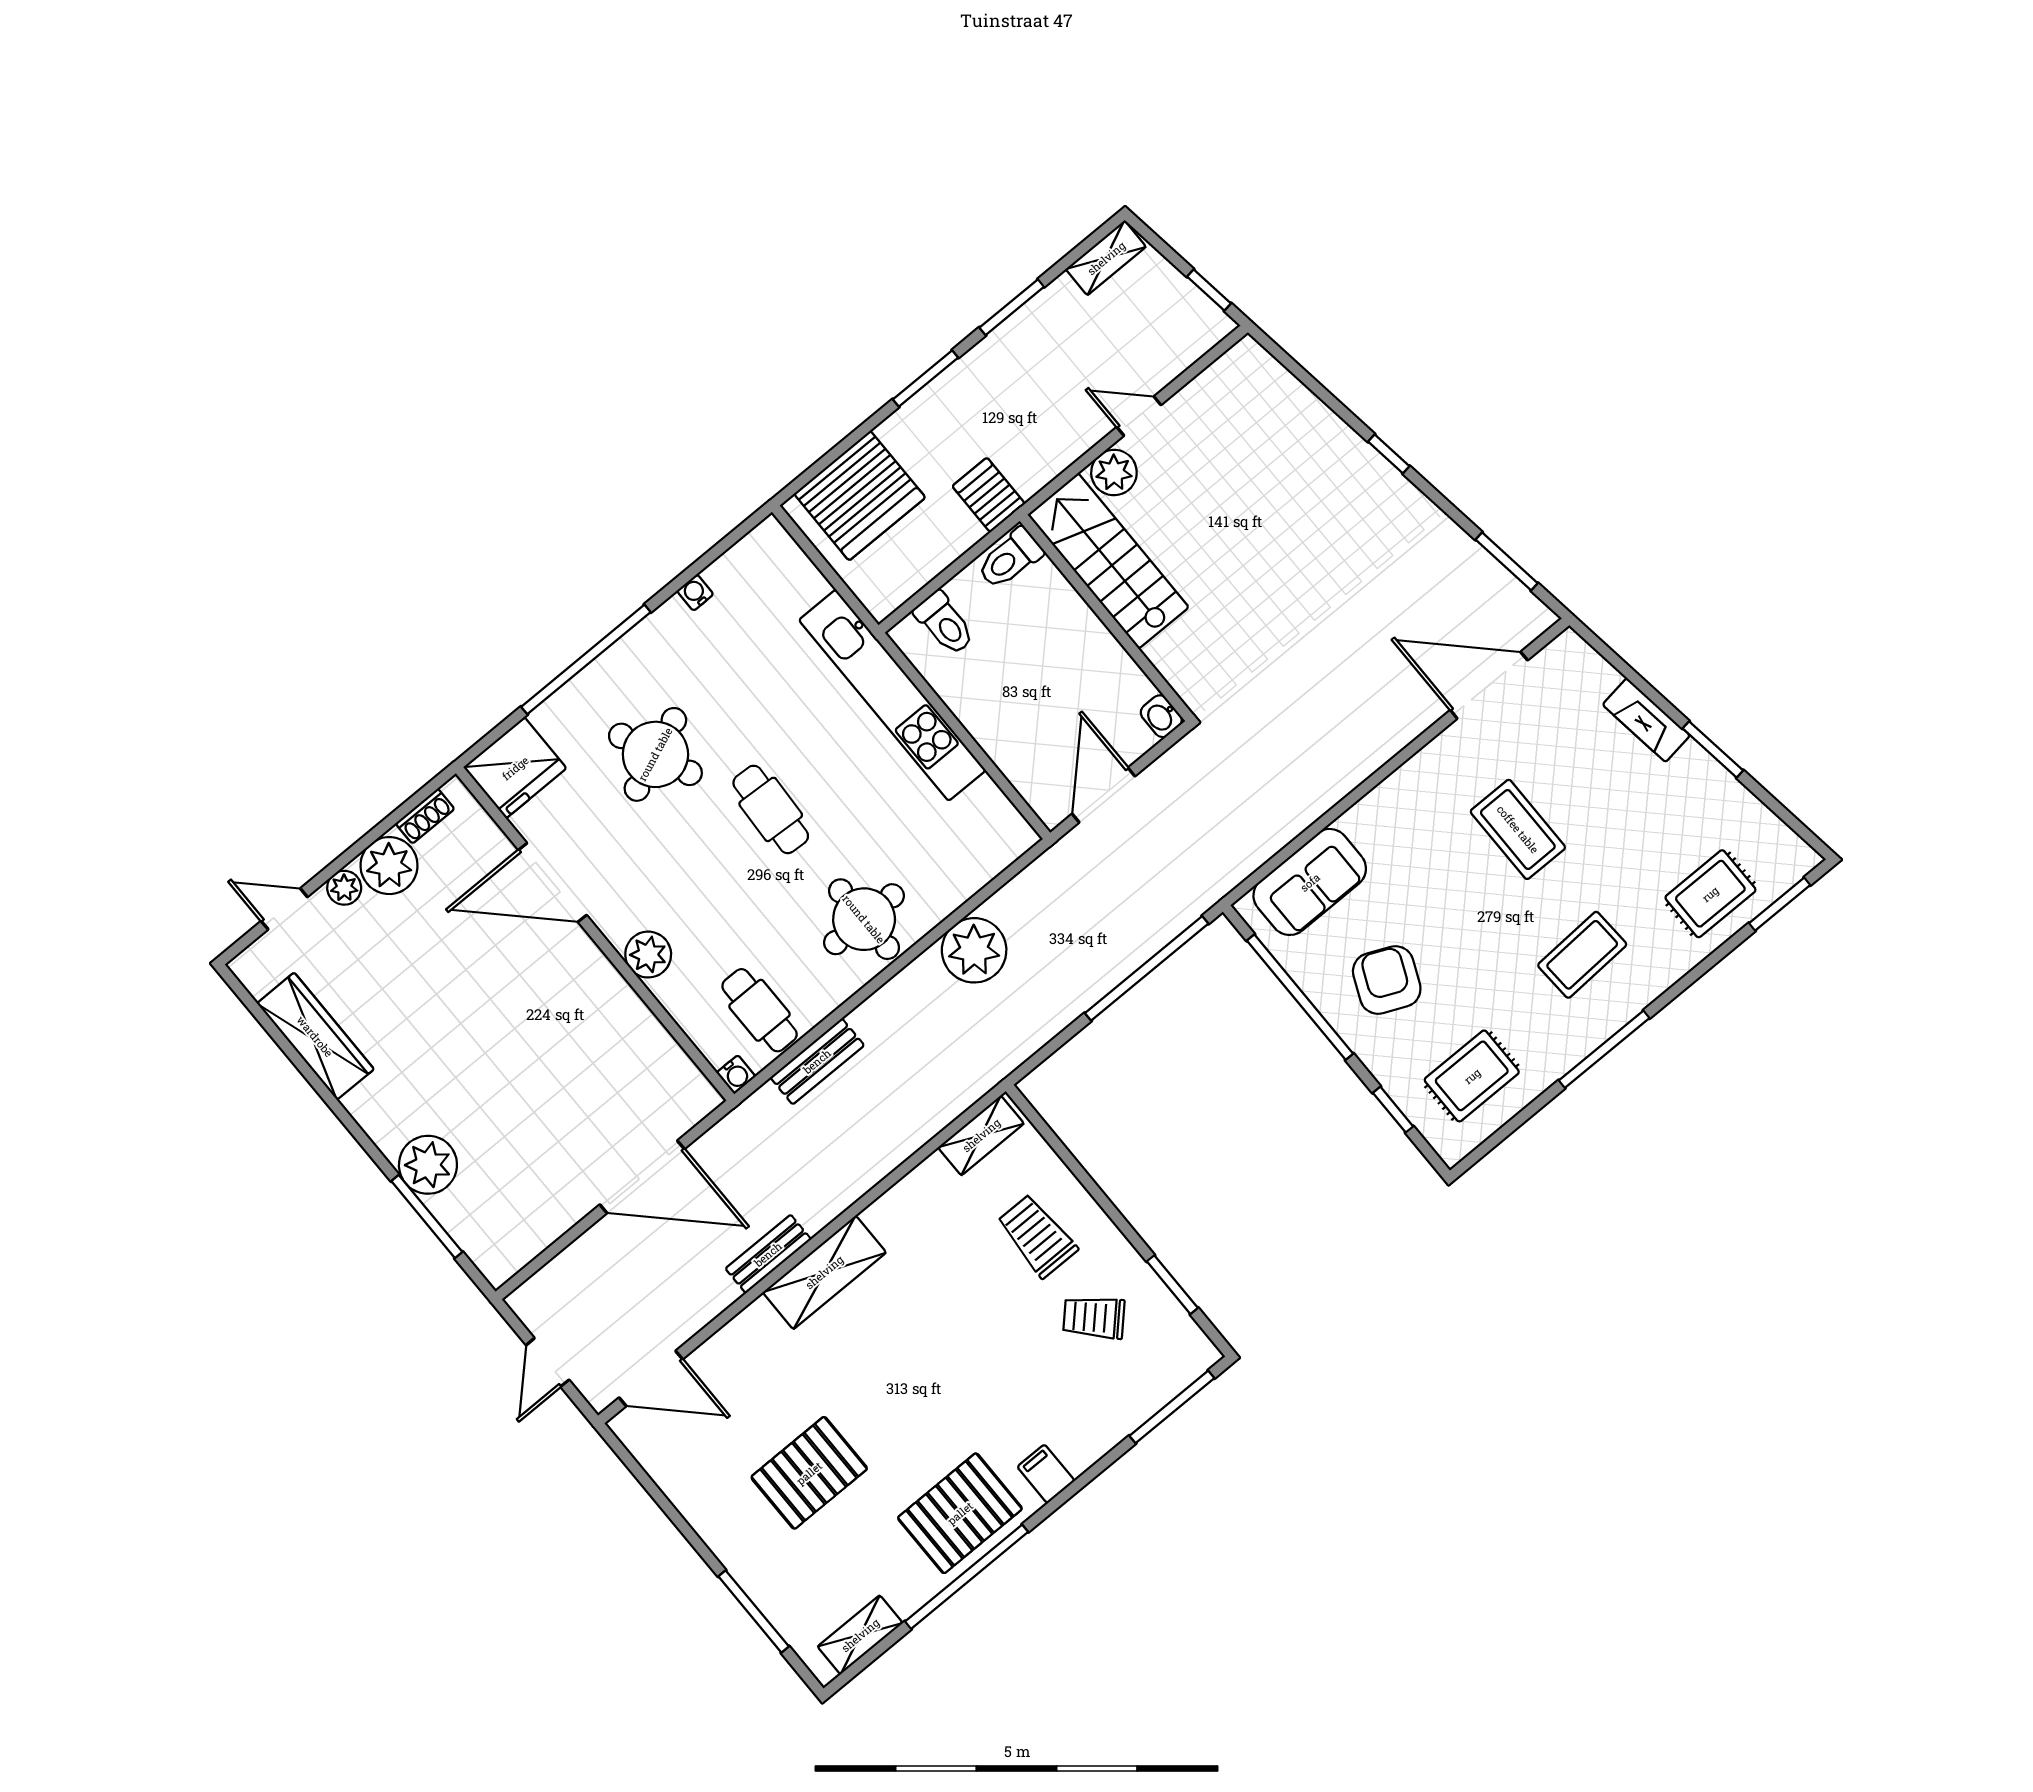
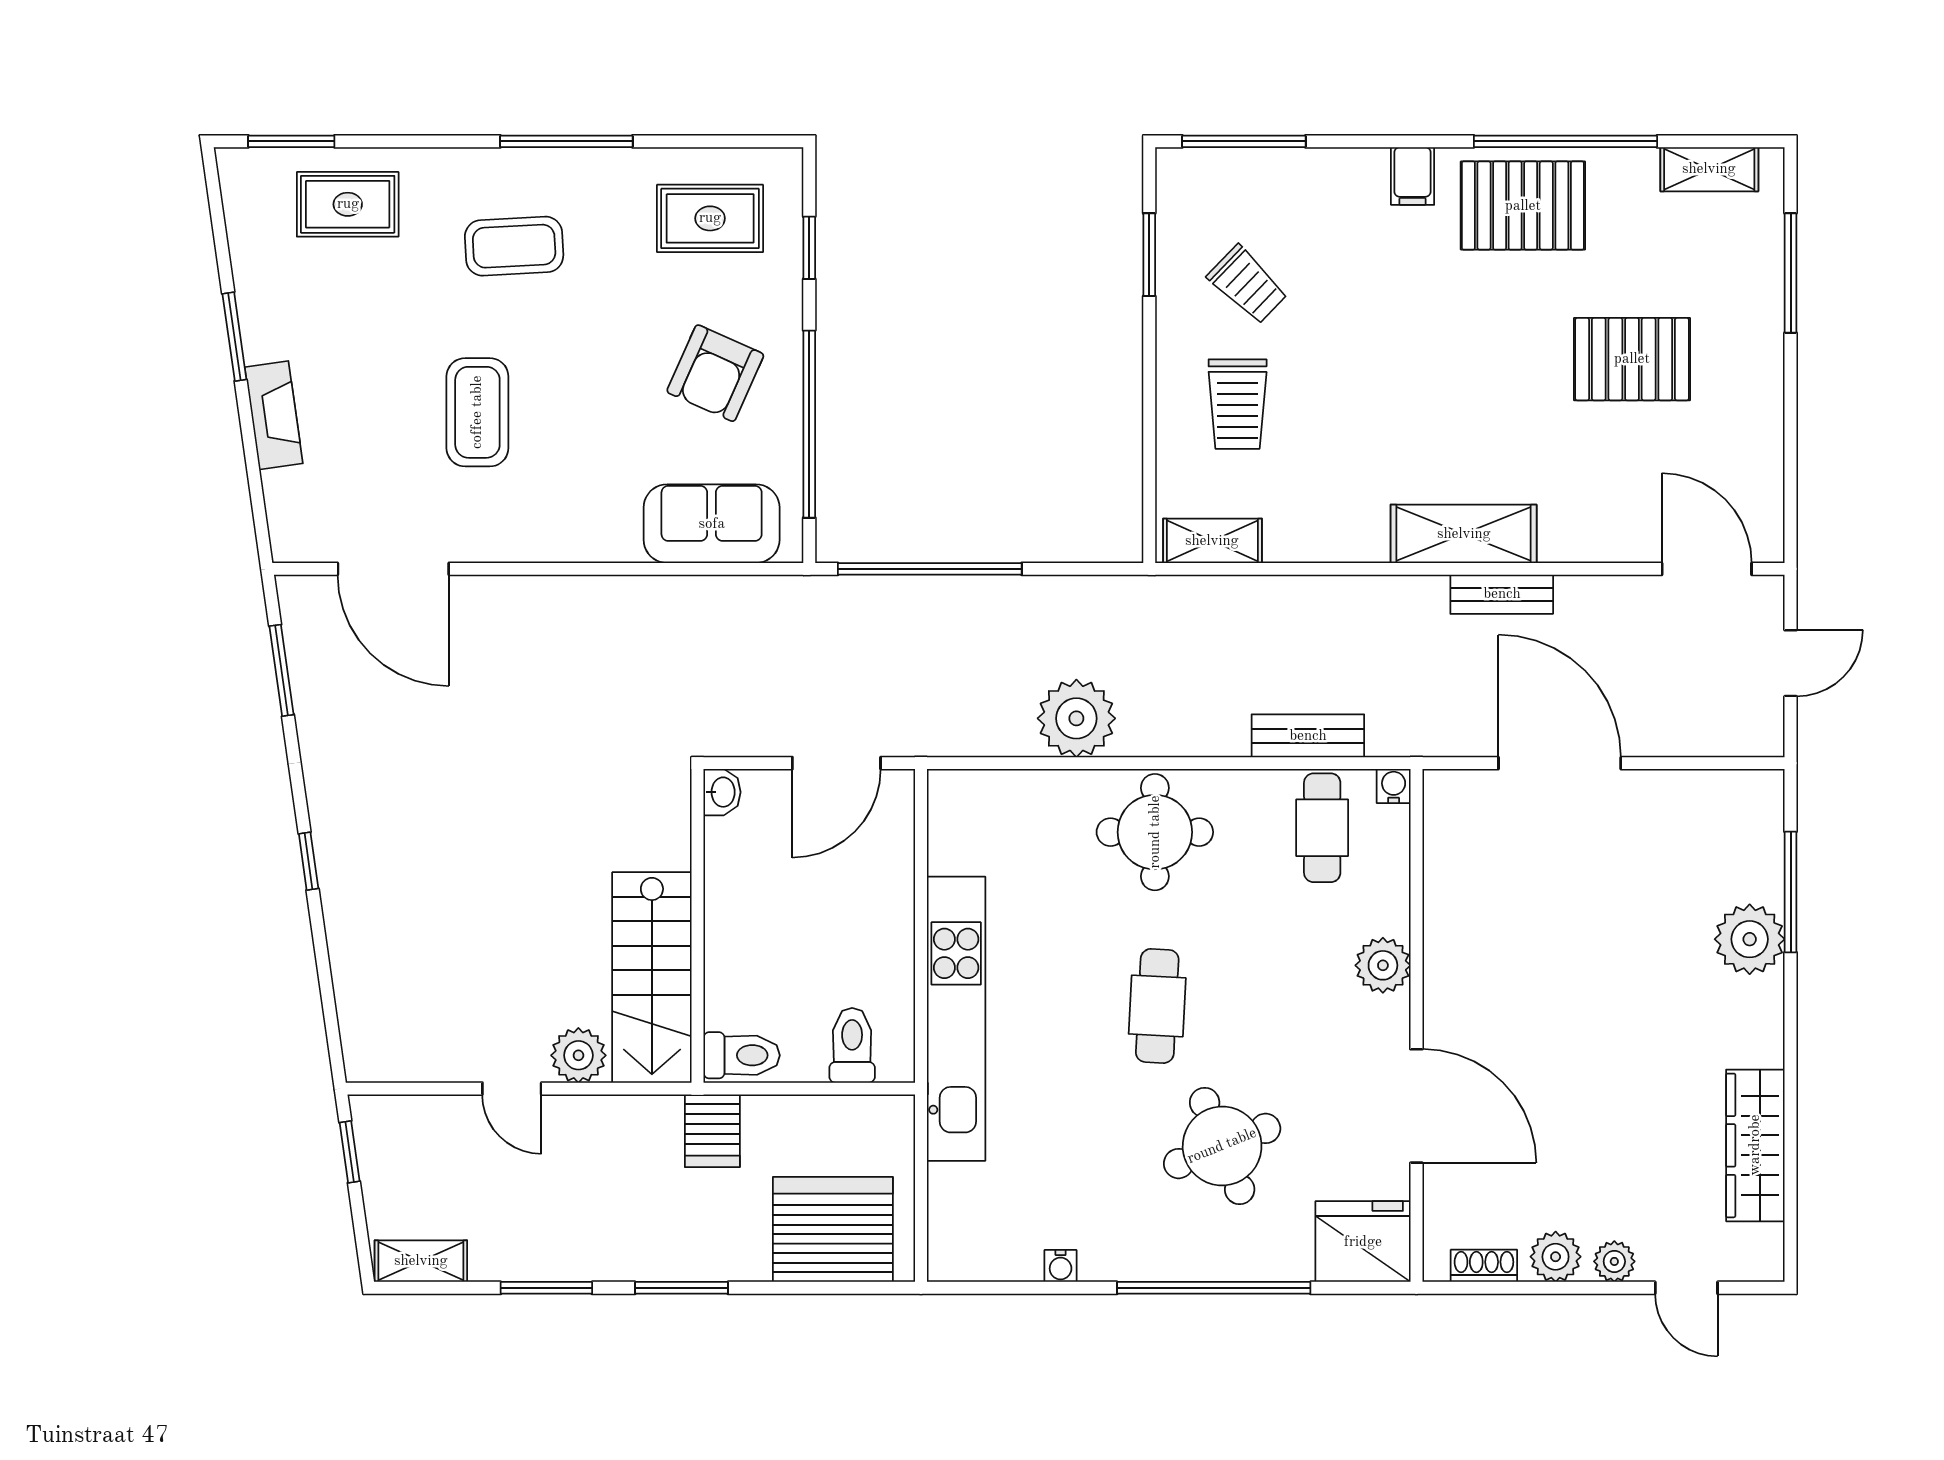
plant: (389, 866) -> (1556, 1257), width x0.73, depth x0.73

